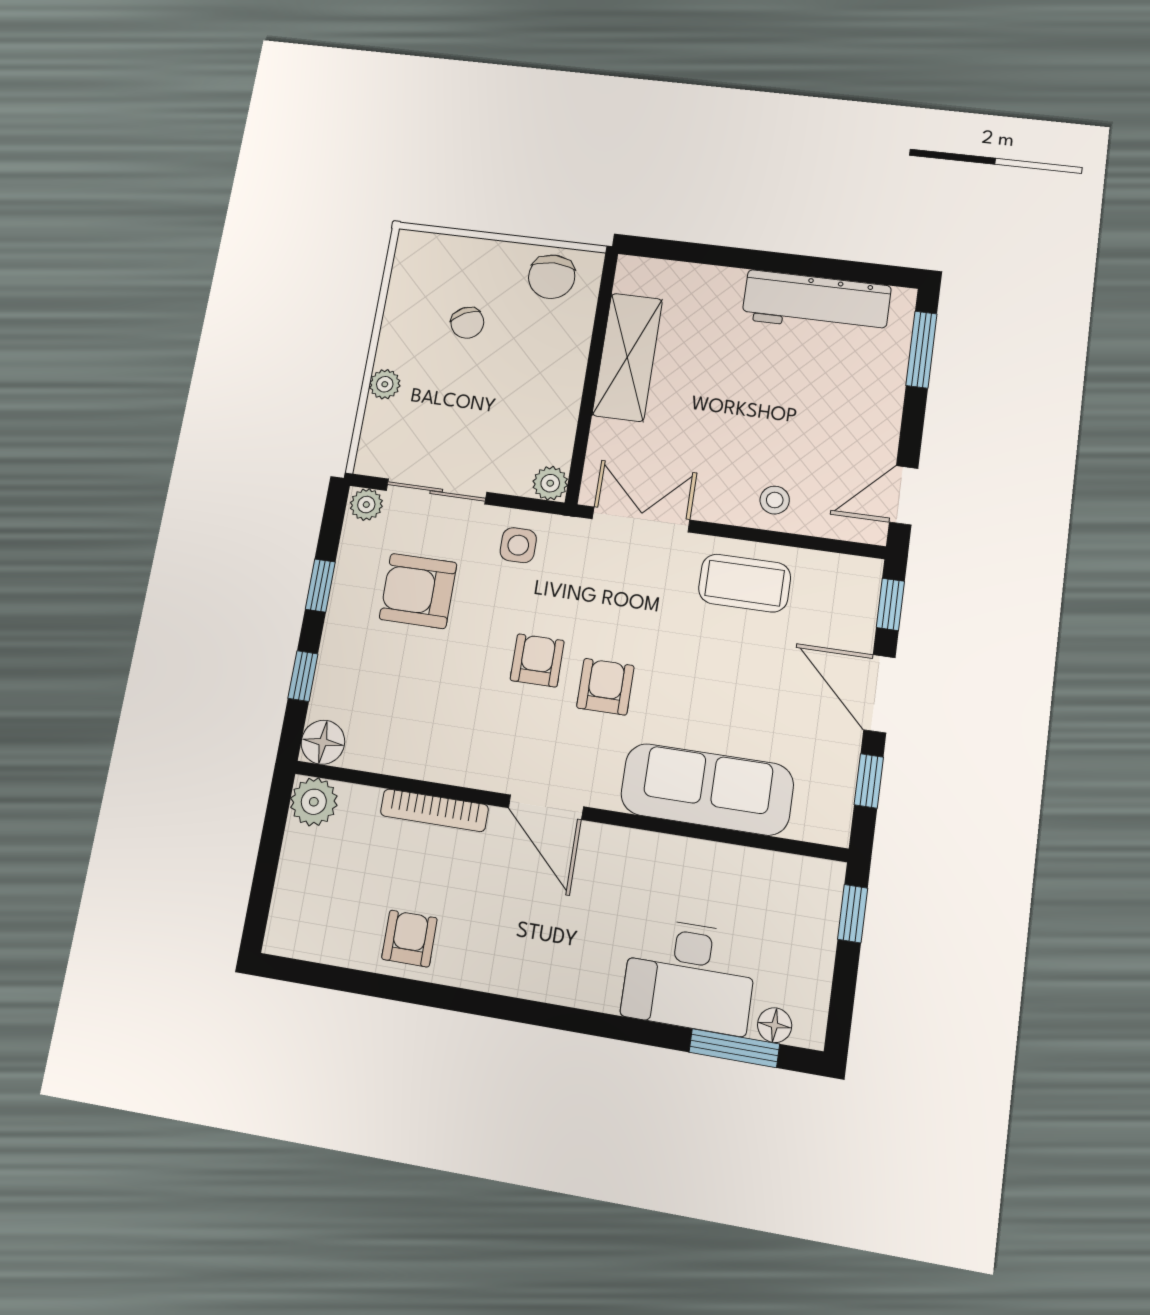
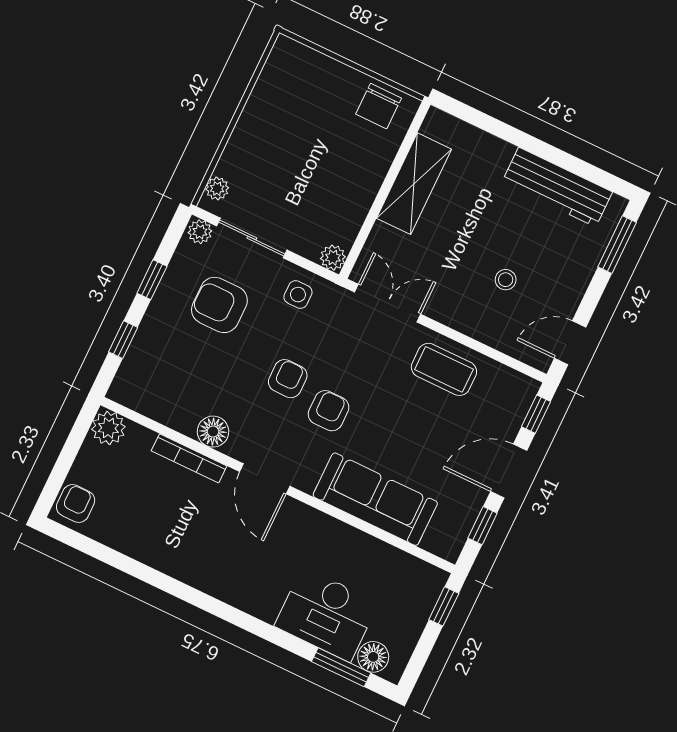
chair: (467, 323) -> (309, 121), removed
plant: (385, 384) -> (217, 189), moved
stool: (775, 500) -> (506, 280), moved
door: (879, 694) -> (509, 471), hinge flipped
floor lamp: (323, 742) -> (213, 432), moved
armchair: (409, 939) -> (76, 504), moved
floor lamp: (775, 1025) -> (373, 657), width x1.37, depth x1.37

